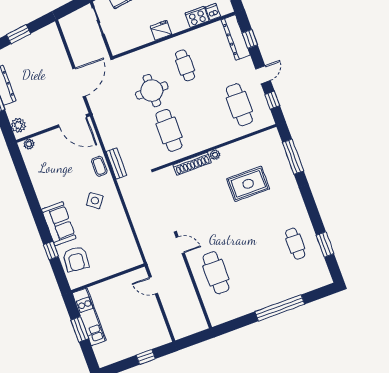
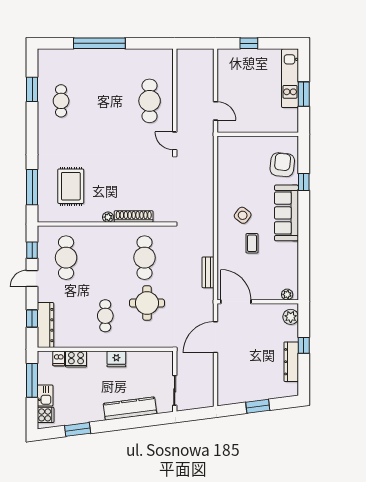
bench: (116, 163) -> (208, 272), moved
coffee table: (99, 166) -> (252, 243), moved
rug: (248, 184) -> (71, 186), moved, turned 90
sofa: (59, 224) -> (286, 213), width x1.36
kitchen unit: (89, 317) -> (290, 78), moved

